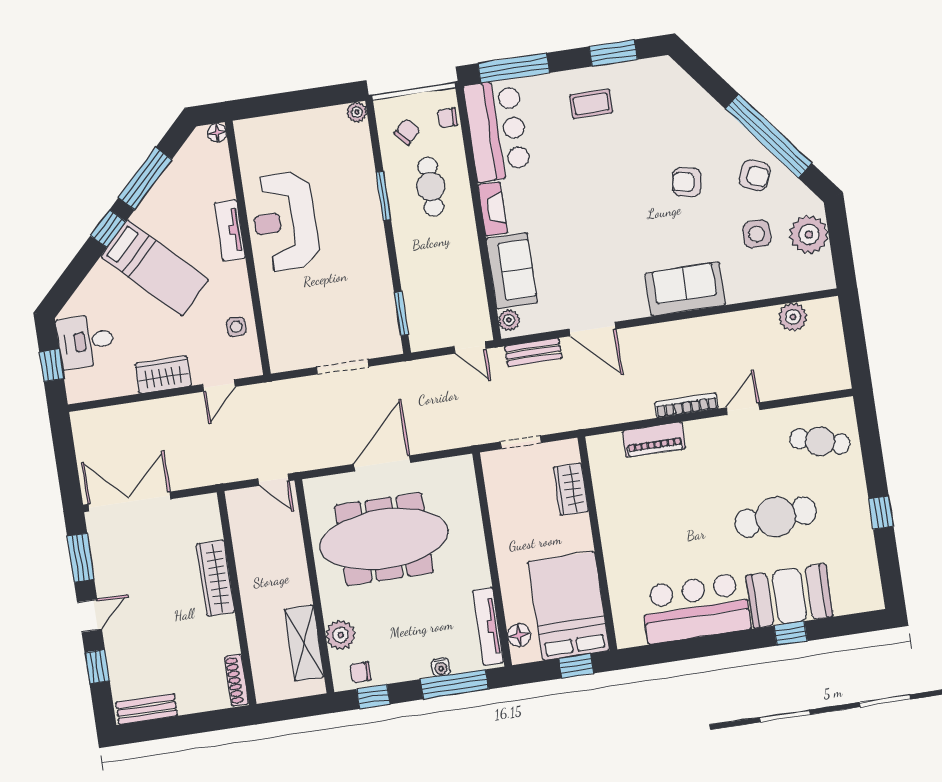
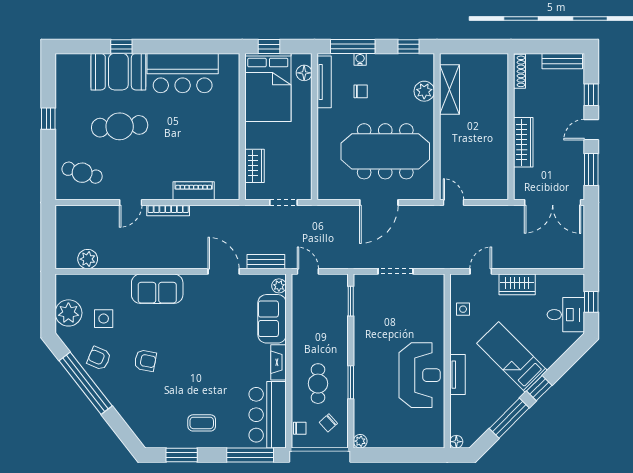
wardrobe: (215, 578) -> (523, 142), moved
wall: (237, 598) -> (511, 127), moved
chair: (361, 672) -> (361, 91), moved
shoe rack: (237, 680) -> (519, 71), moved

